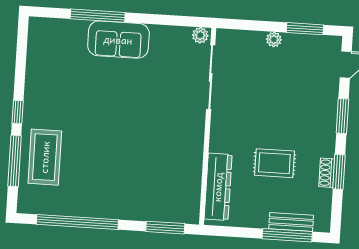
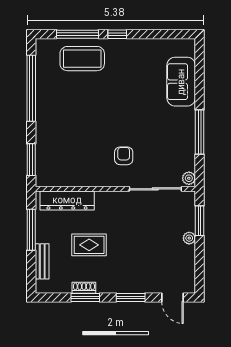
window: (98, 16) -> (199, 132), moved
window: (305, 29) -> (199, 221), moved
sofa: (118, 40) -> (181, 82), moved
armchair: (168, 114) -> (124, 156), added
rug: (274, 163) -> (89, 245), turned 90
window: (287, 235) -> (31, 230), moved

